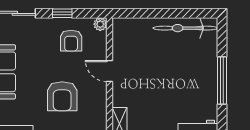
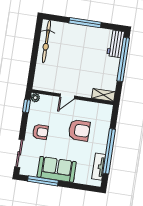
window: (62, 13) -> (27, 106), moved
armchair: (71, 41) -> (40, 132), moved

